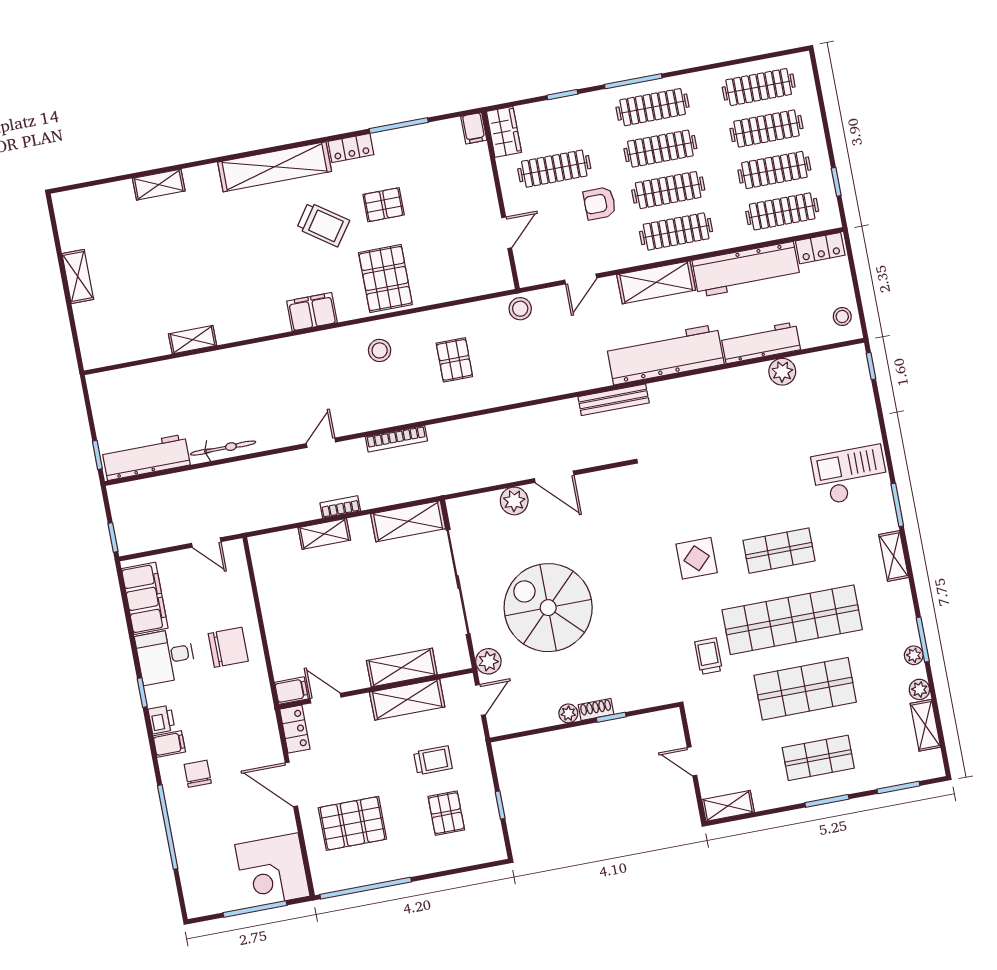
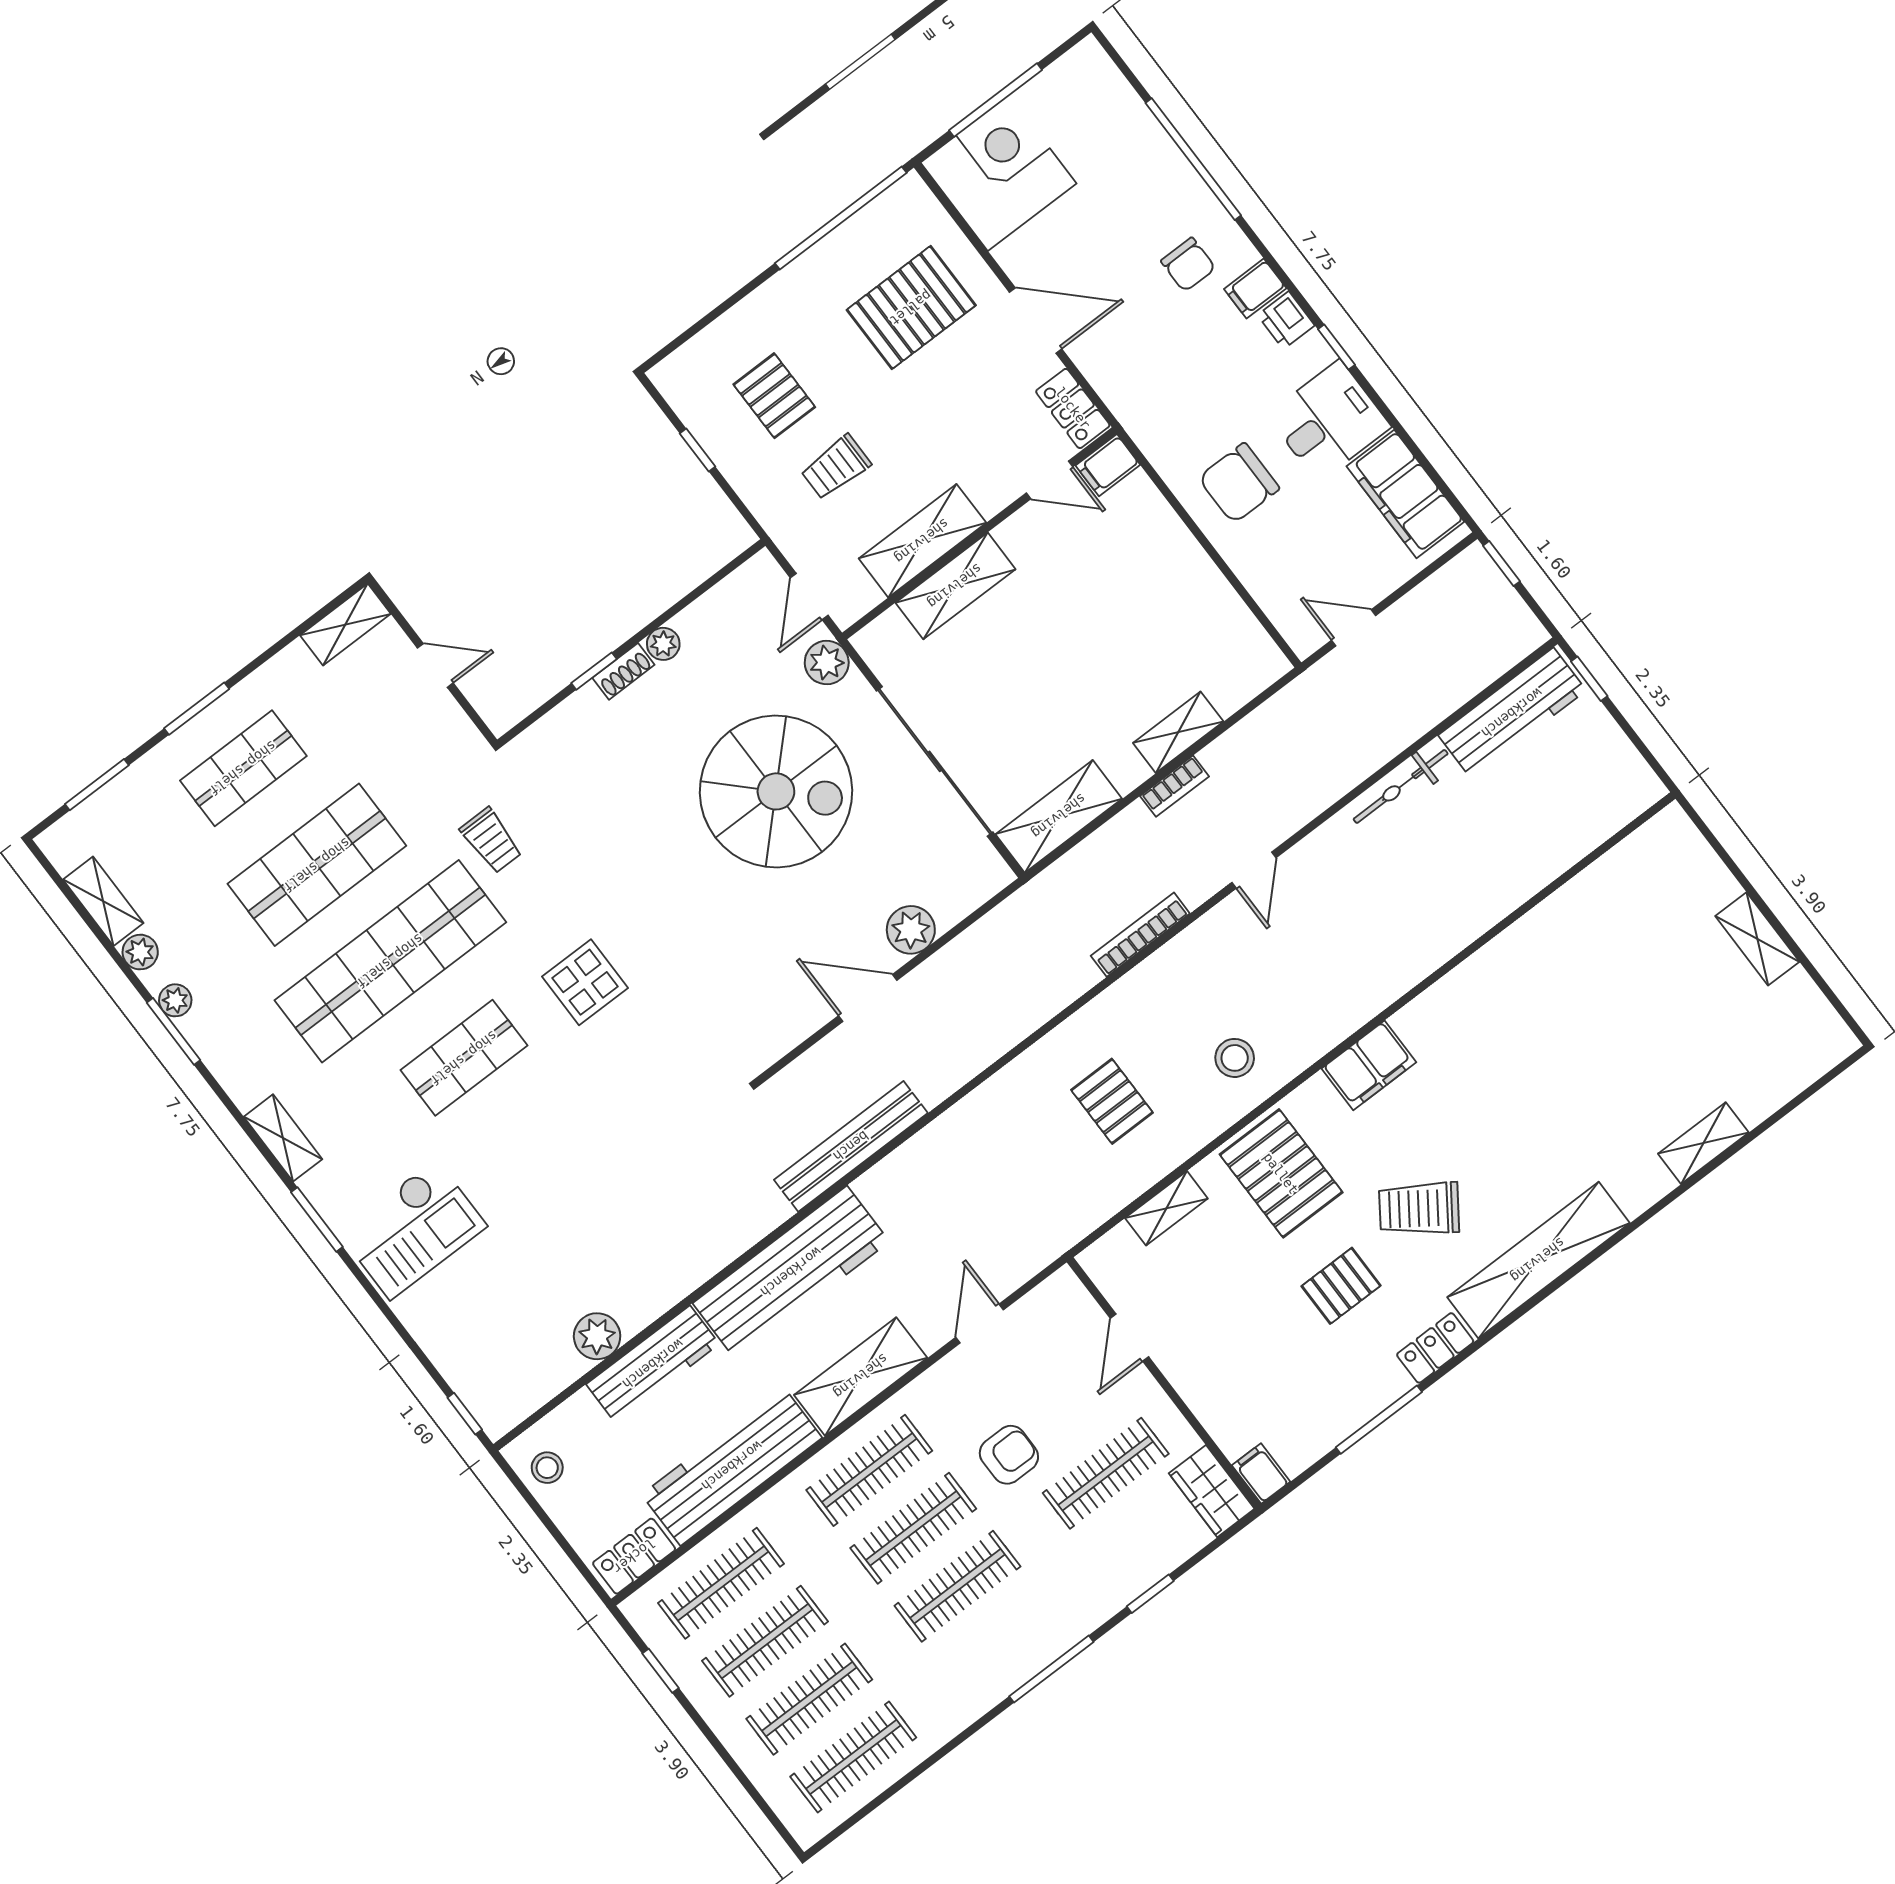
clothes rail: (653, 107) -> (1002, 1644), removed
stool: (520, 309) -> (1050, 1231), removed
shelving: (193, 340) -> (1166, 1208), moved
bench: (614, 400) -> (851, 1146), width x1.37, depth x1.21

